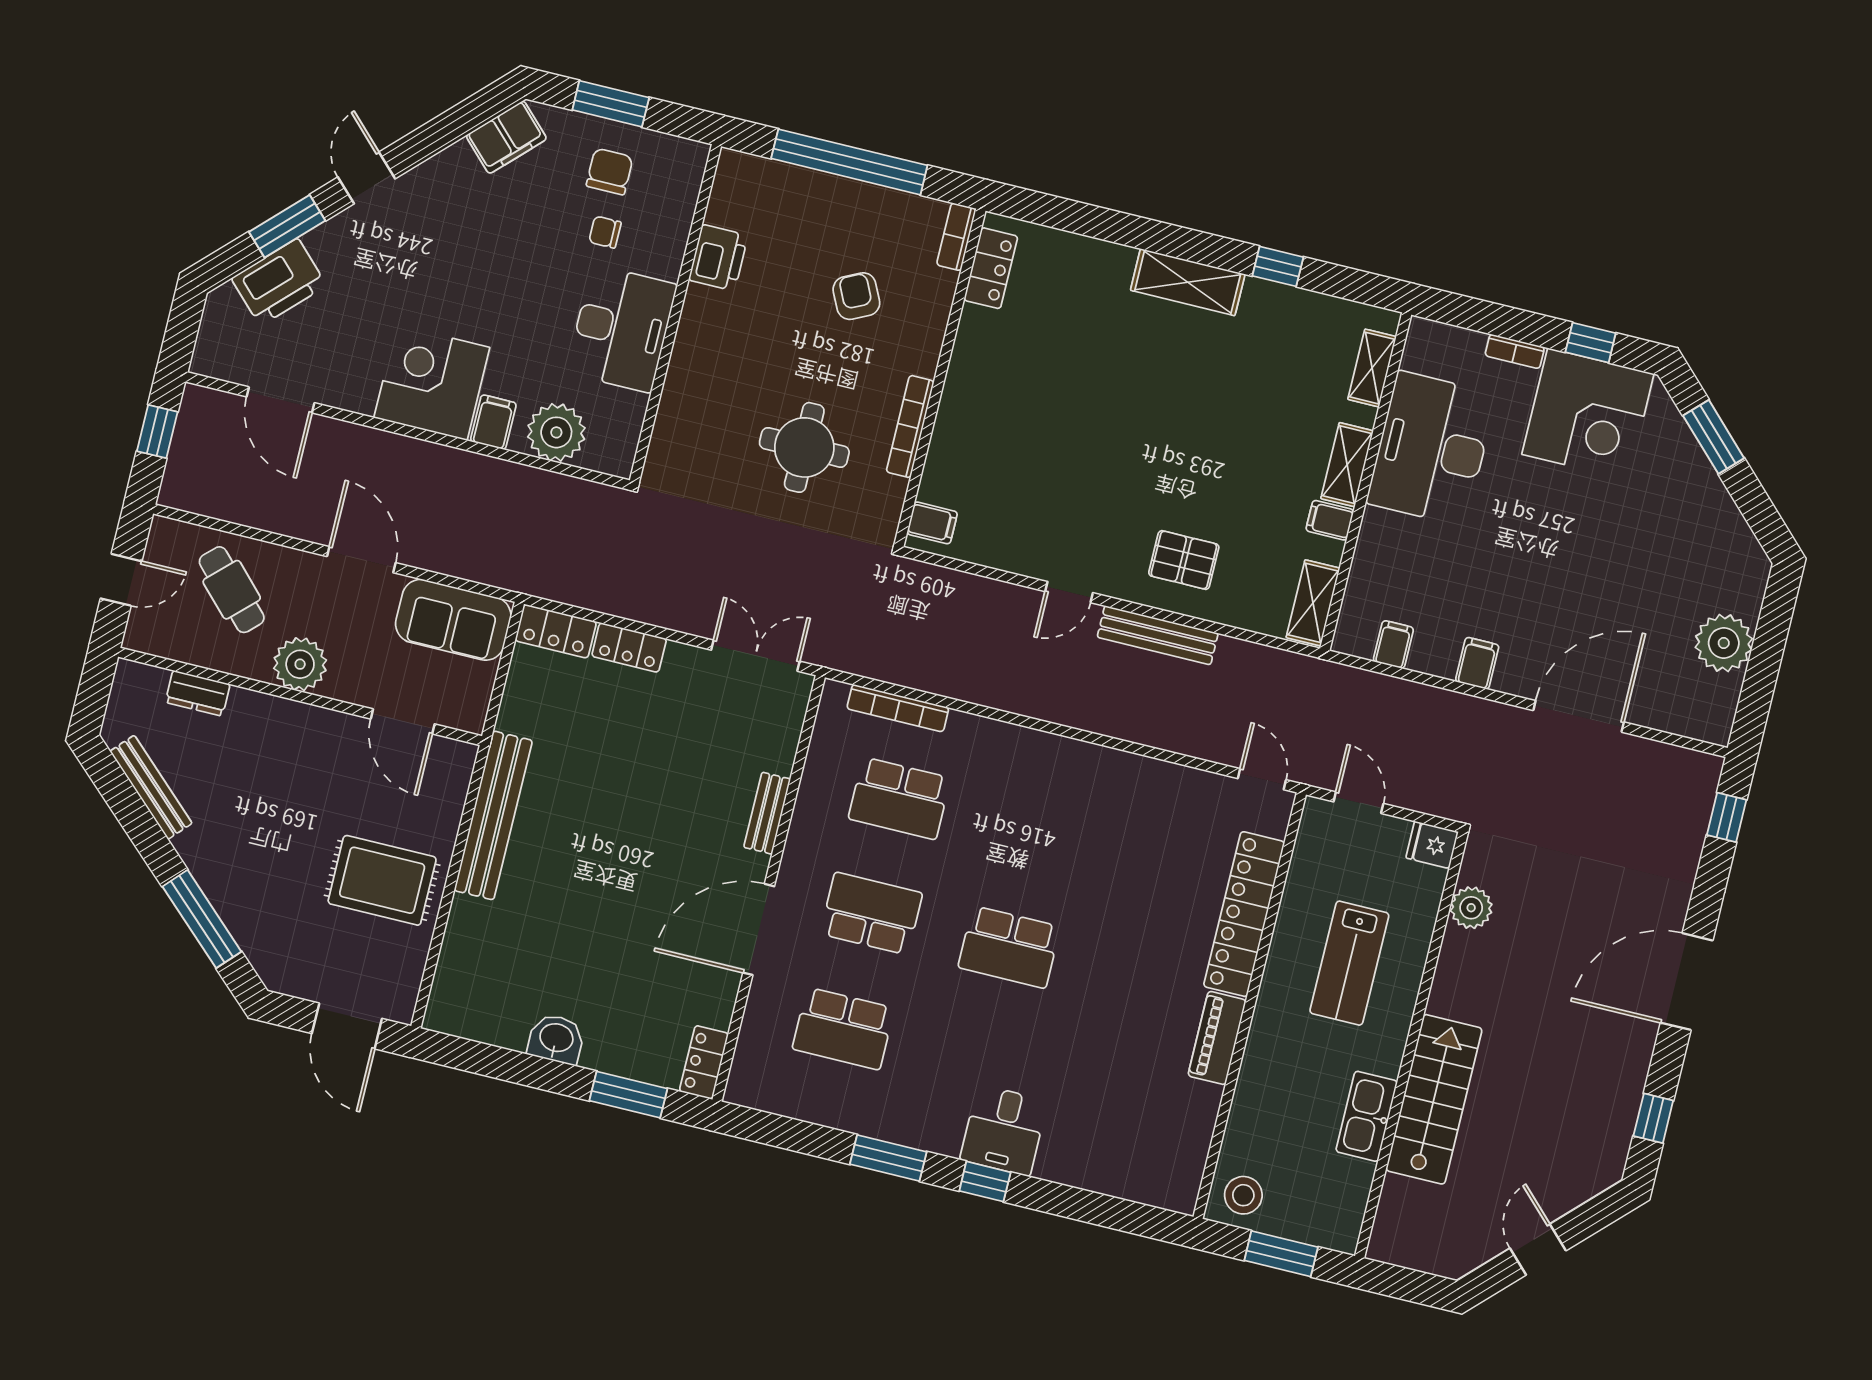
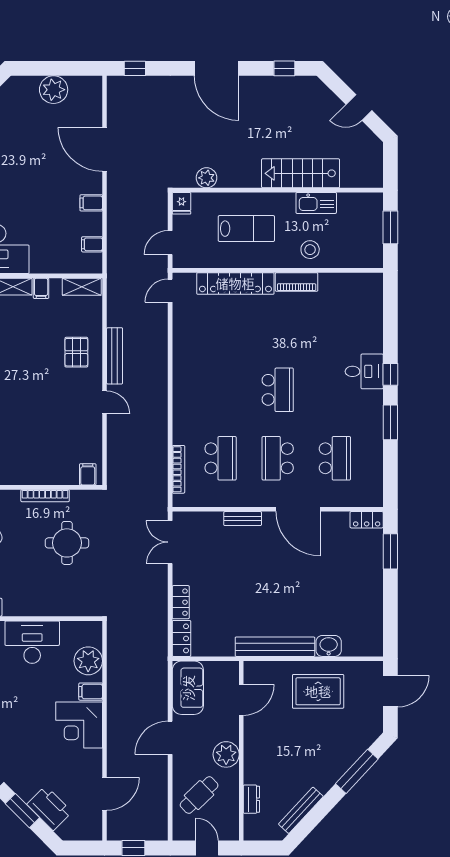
rug: (382, 880) -> (318, 691), turned 90
washbasin: (556, 1039) -> (329, 646), moved, turned 90
stool: (1243, 1195) -> (310, 250), moved

